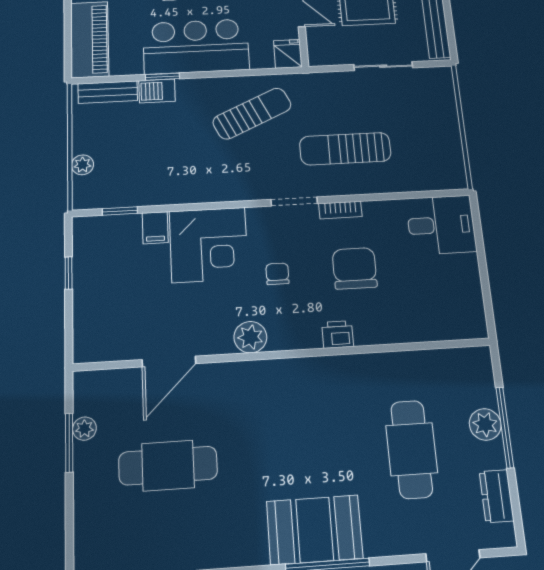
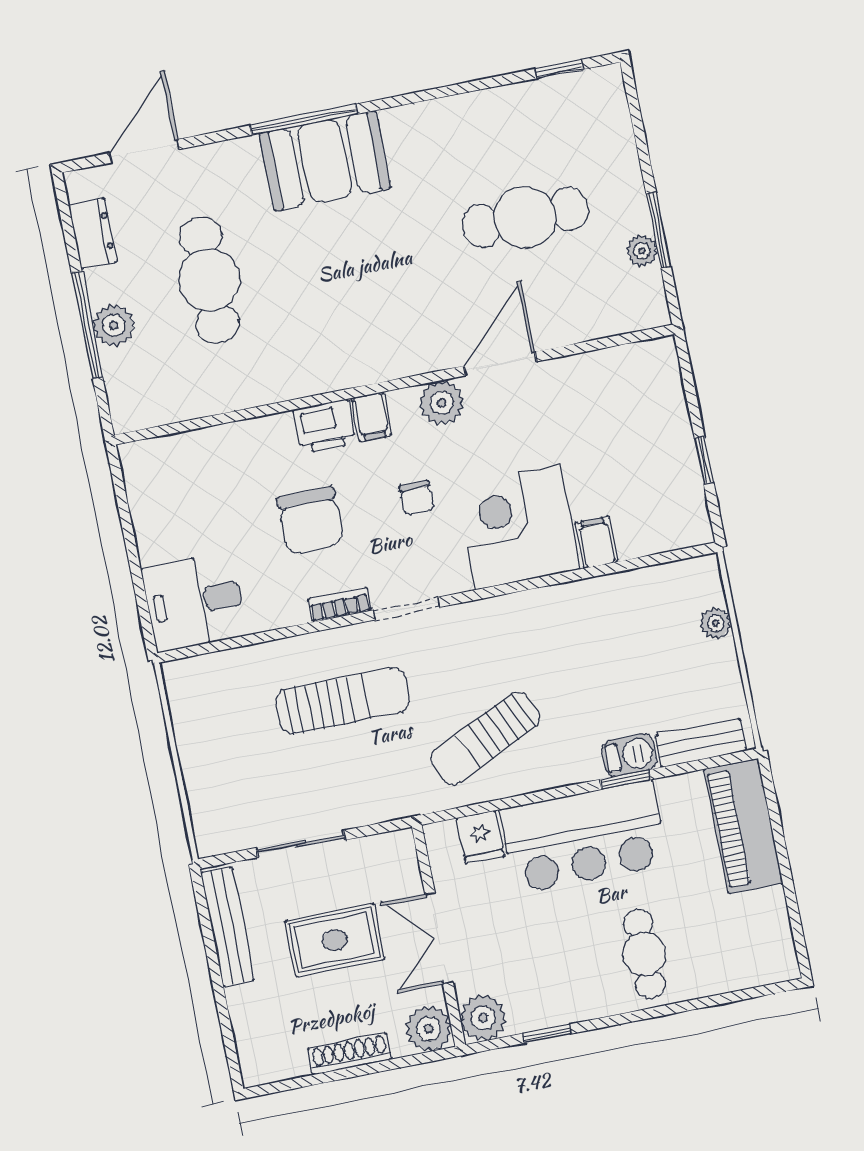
fridge: (288, 54) -> (481, 837), moved
window: (120, 211) -> (650, 560), removed
filing cabinet: (303, 334) -> (371, 417), added
printer: (338, 334) -> (325, 427), width x1.36, depth x1.24
door: (169, 362) -> (500, 364), moved

